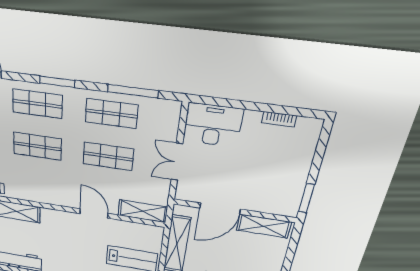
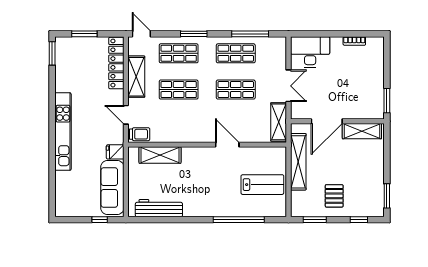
double door: (177, 162) -> (288, 86), swing flipped
shelving: (143, 211) -> (279, 122), moved, turned 90

